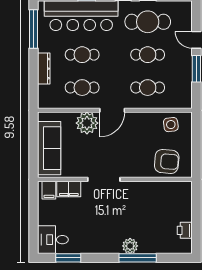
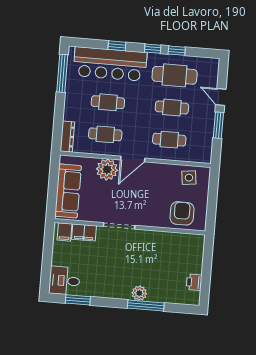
dresser: (44, 69) -> (67, 137), moved
armchair: (167, 161) -> (182, 213), turned -95

